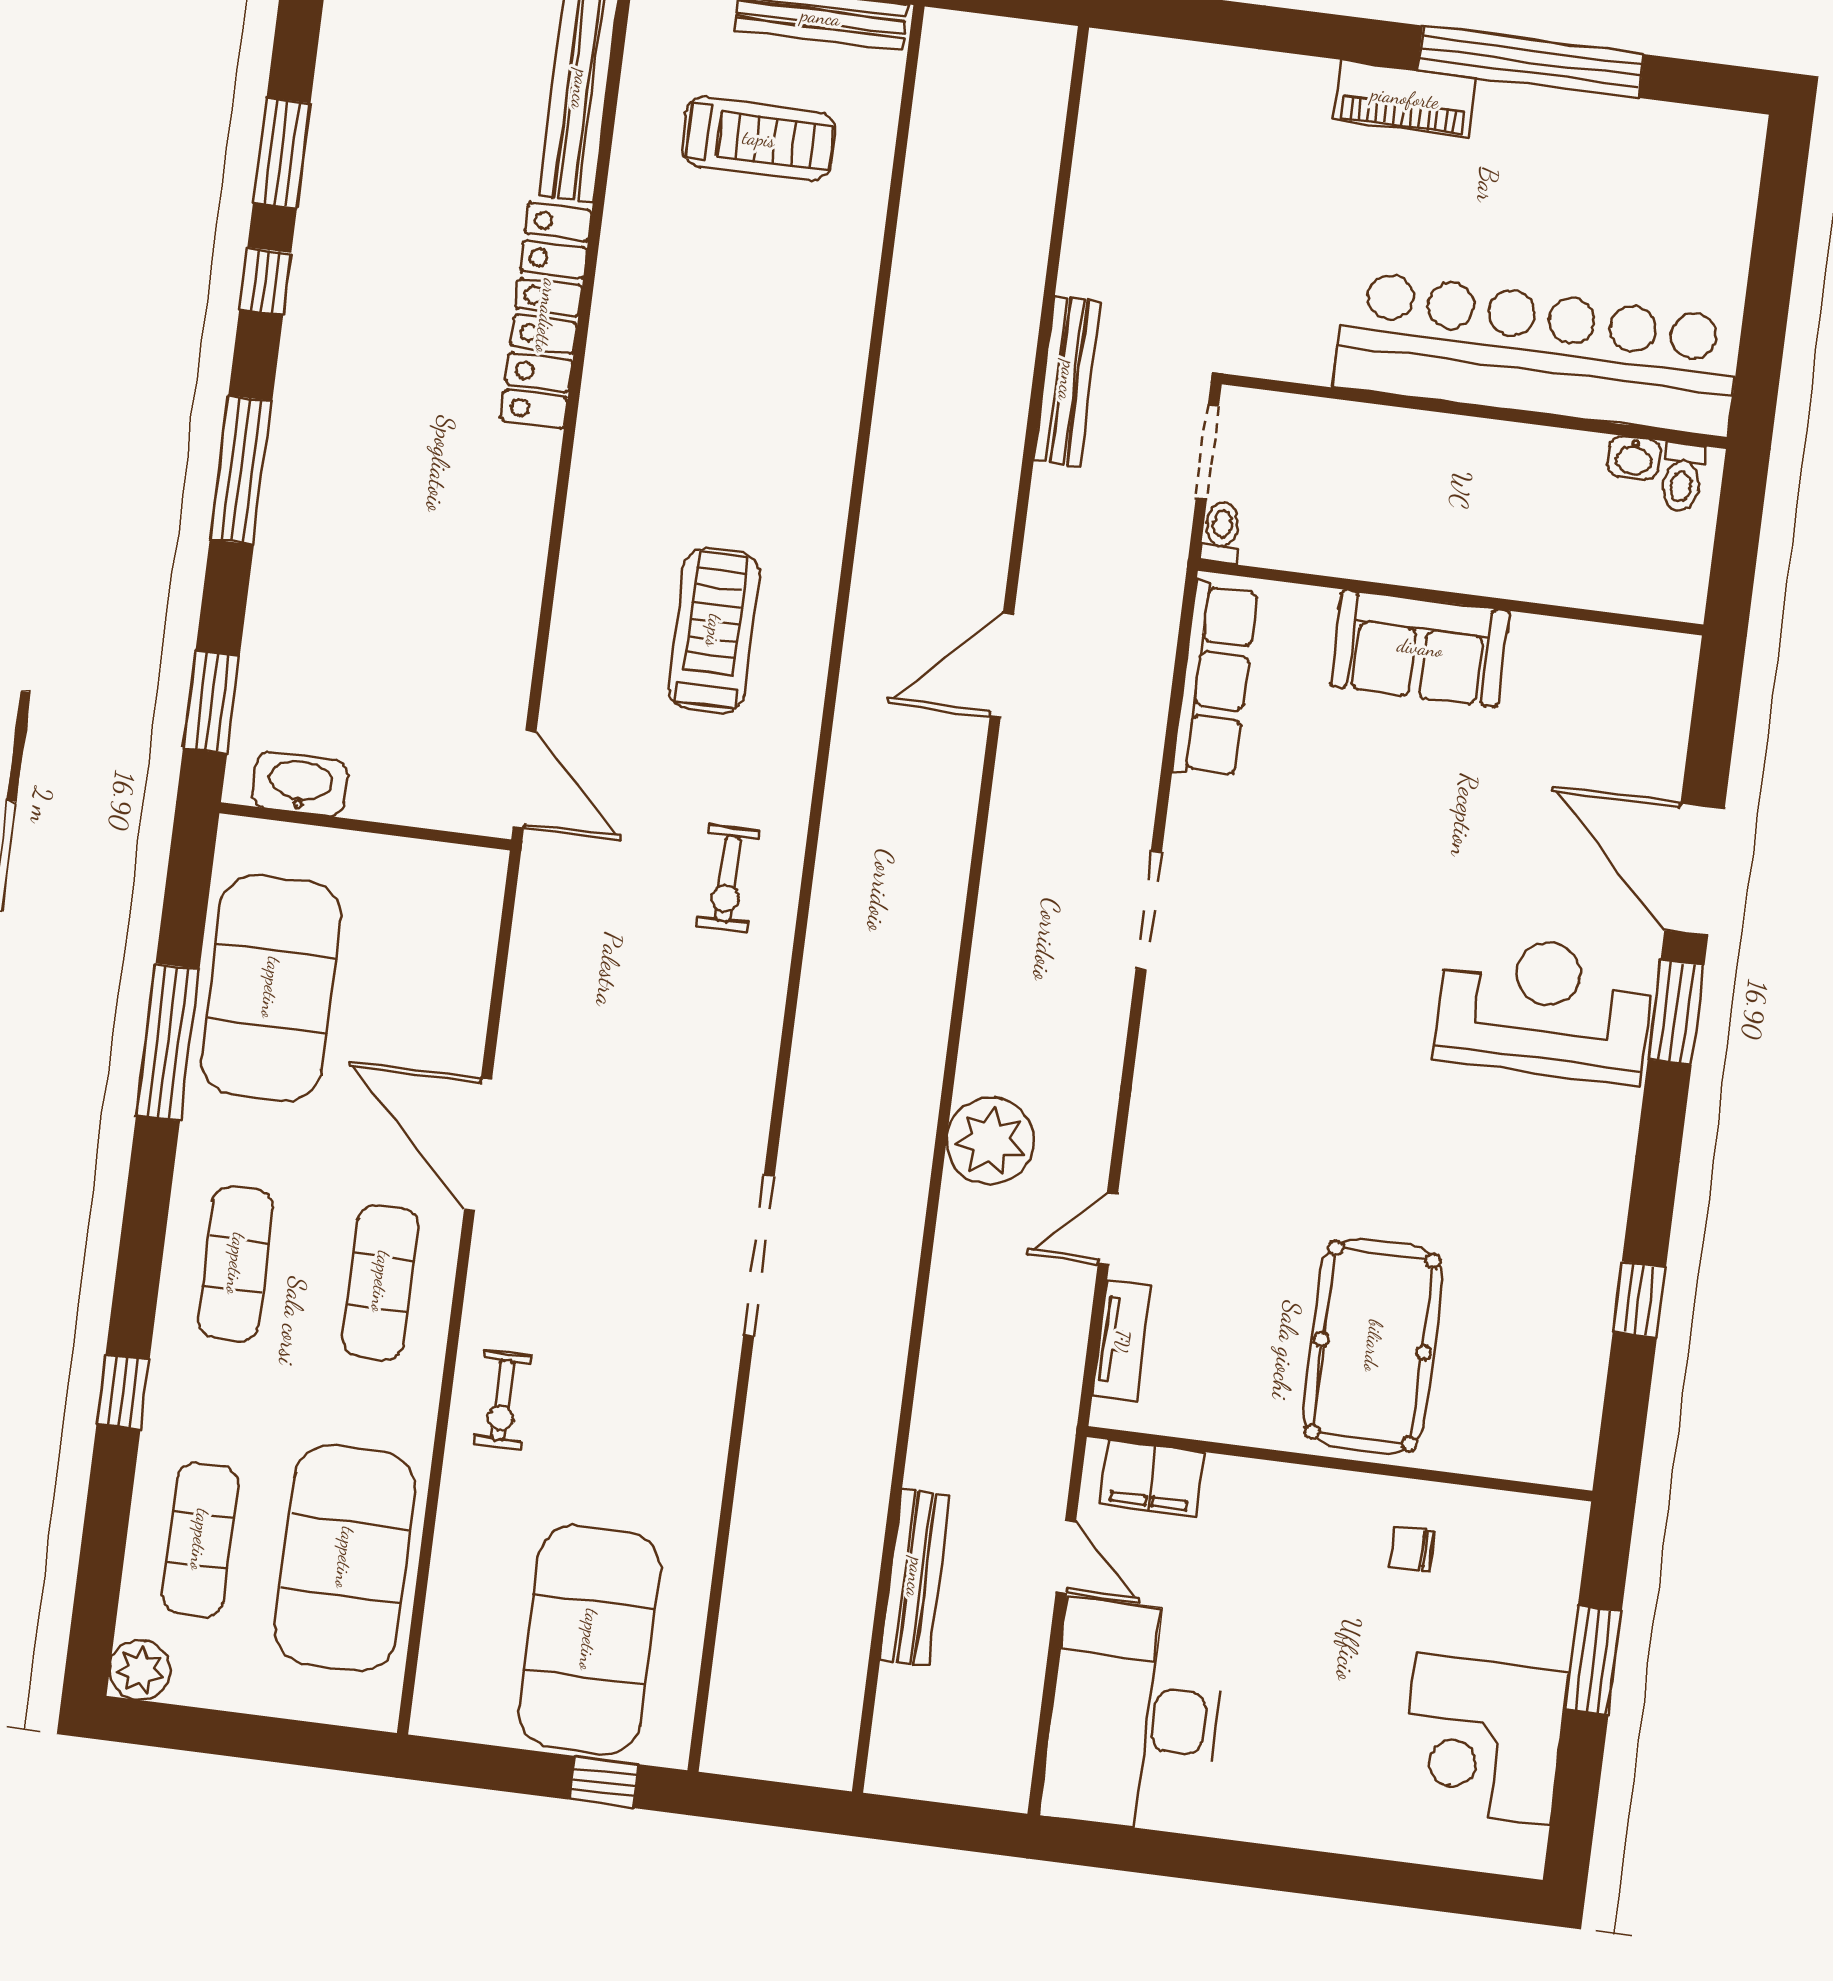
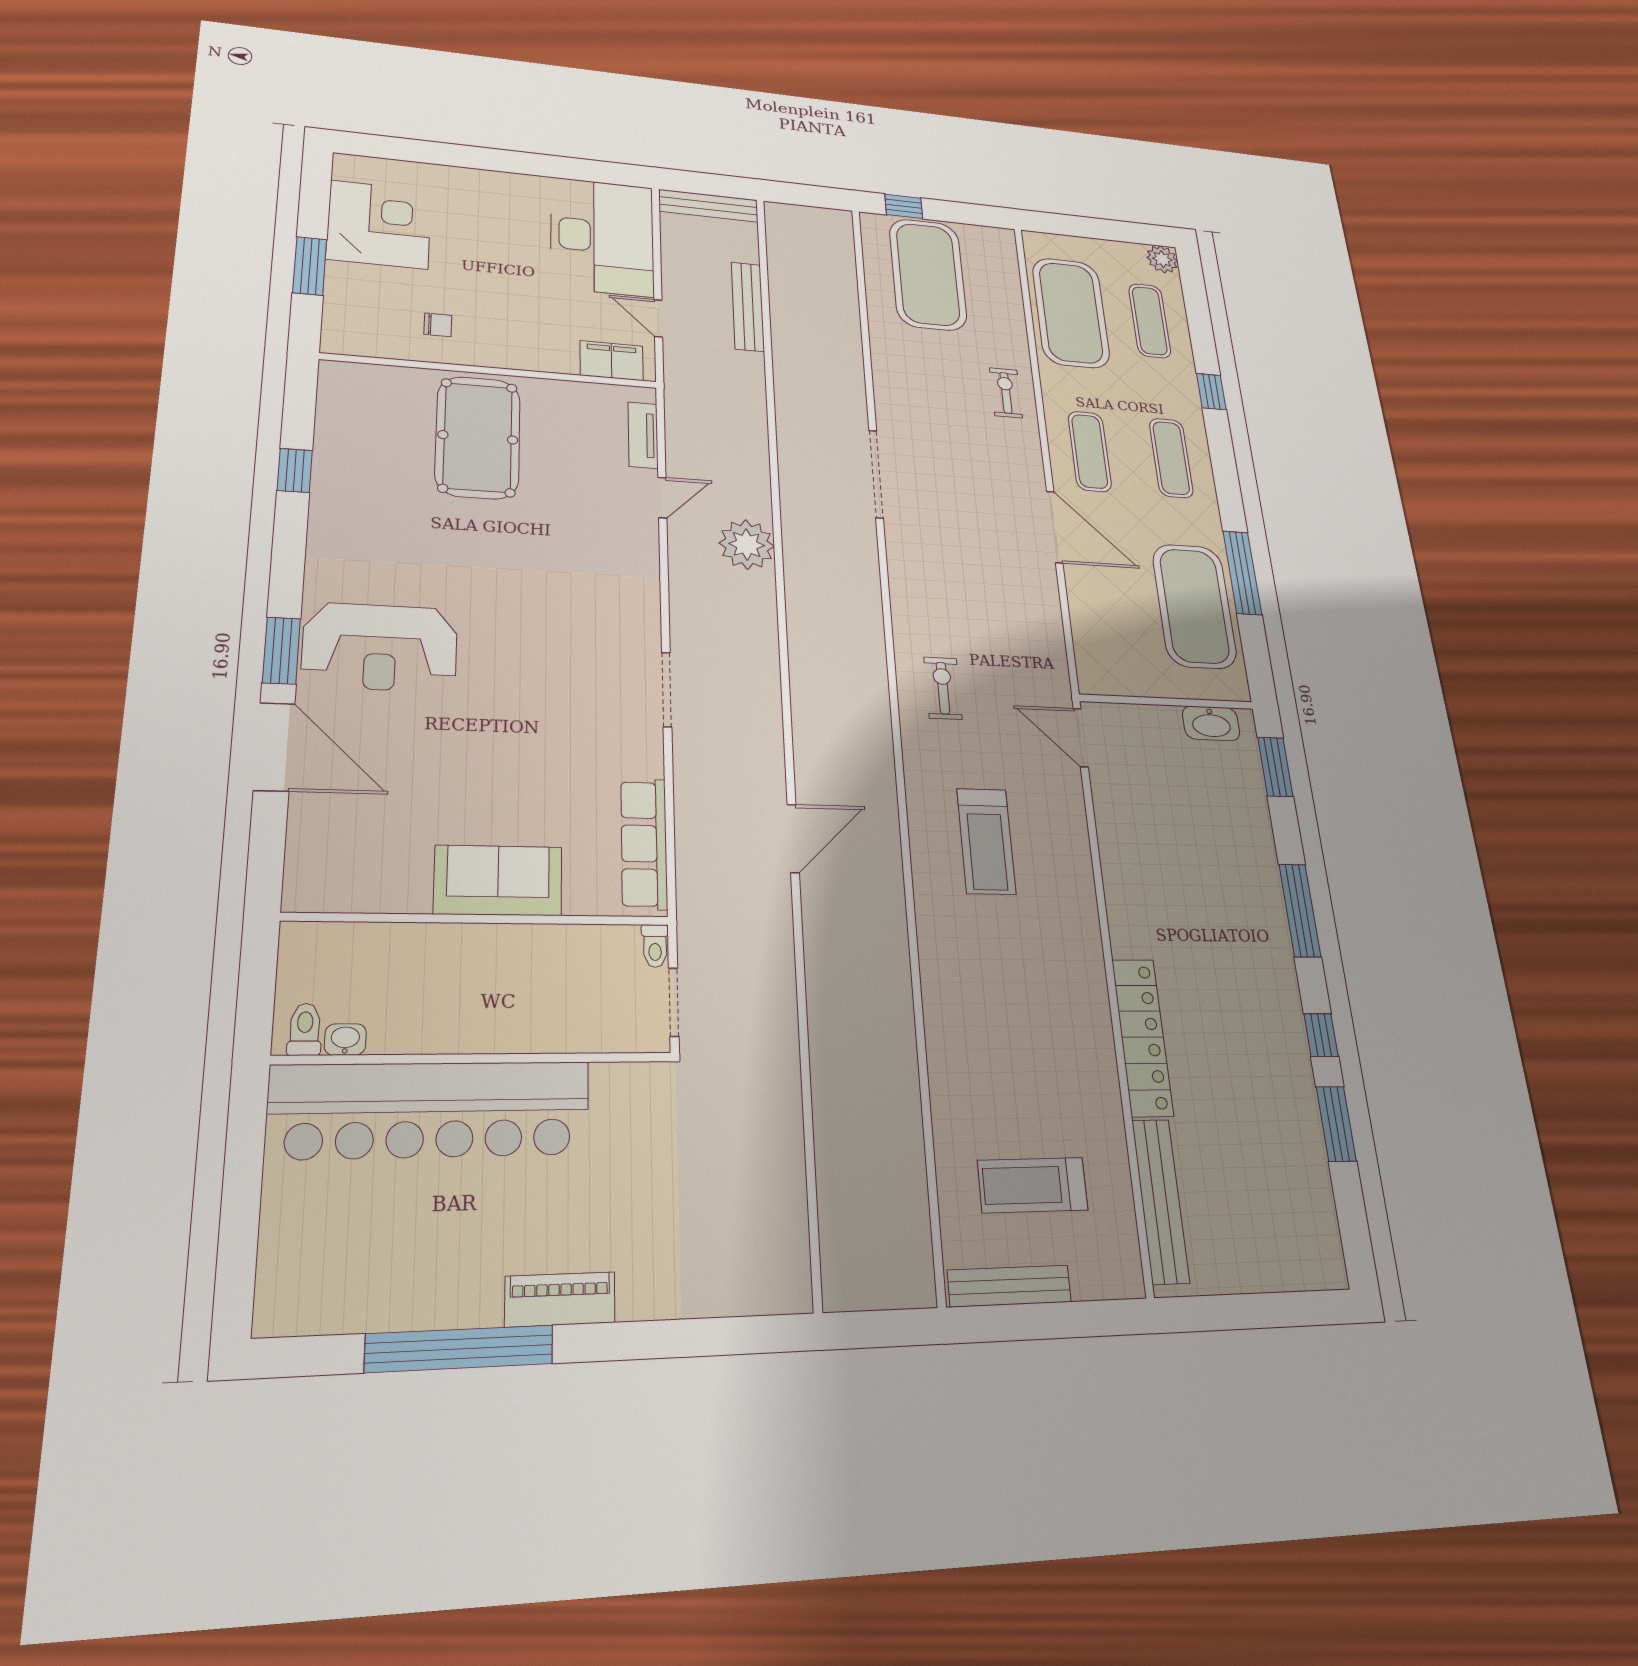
bench: (1067, 381) -> (708, 206), moved, turned 90

